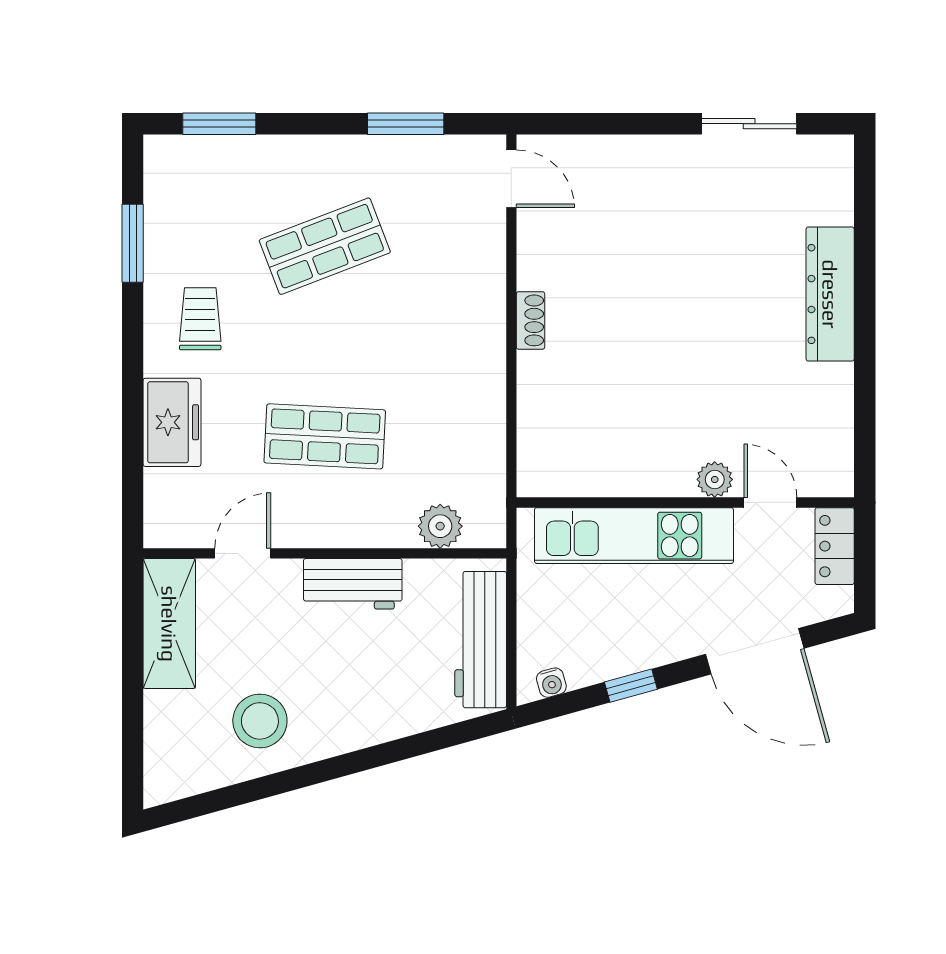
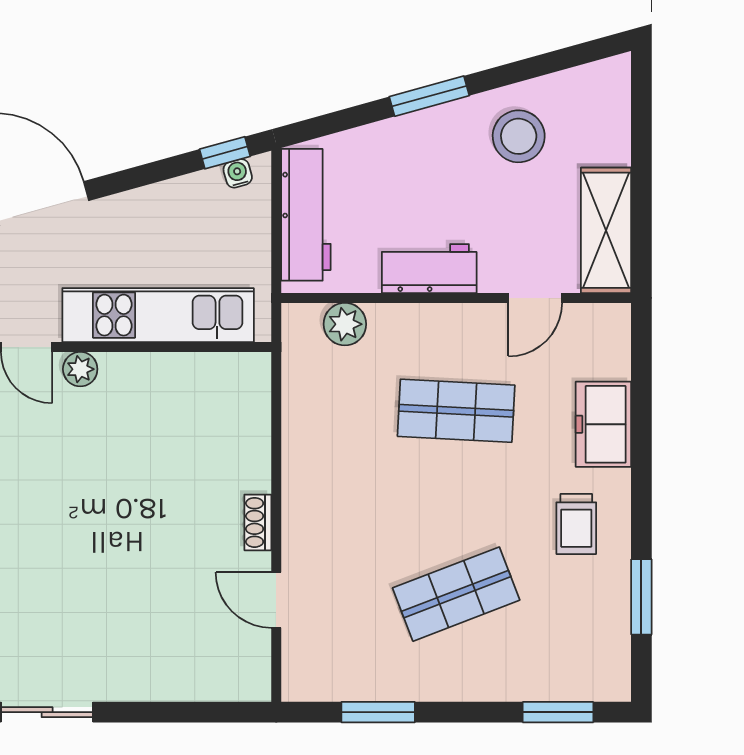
door: (511, 179) -> (276, 600), moved
window: (631, 686) -> (225, 153), moved
window: (353, 763) -> (429, 96), added

